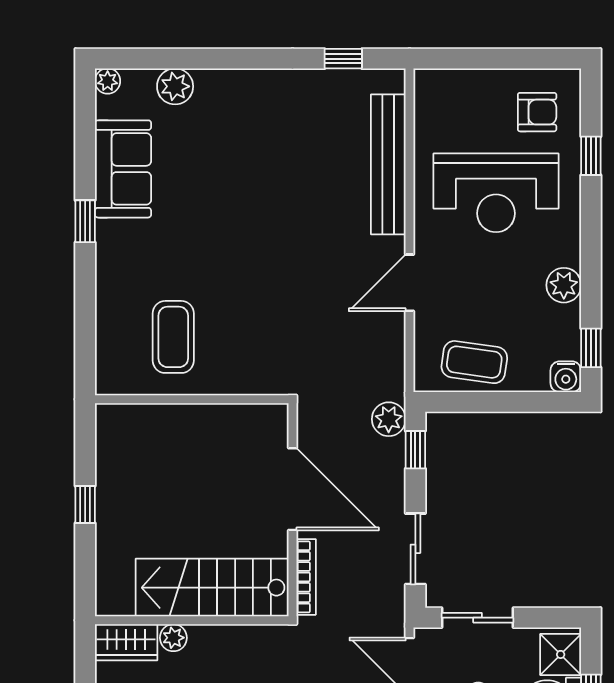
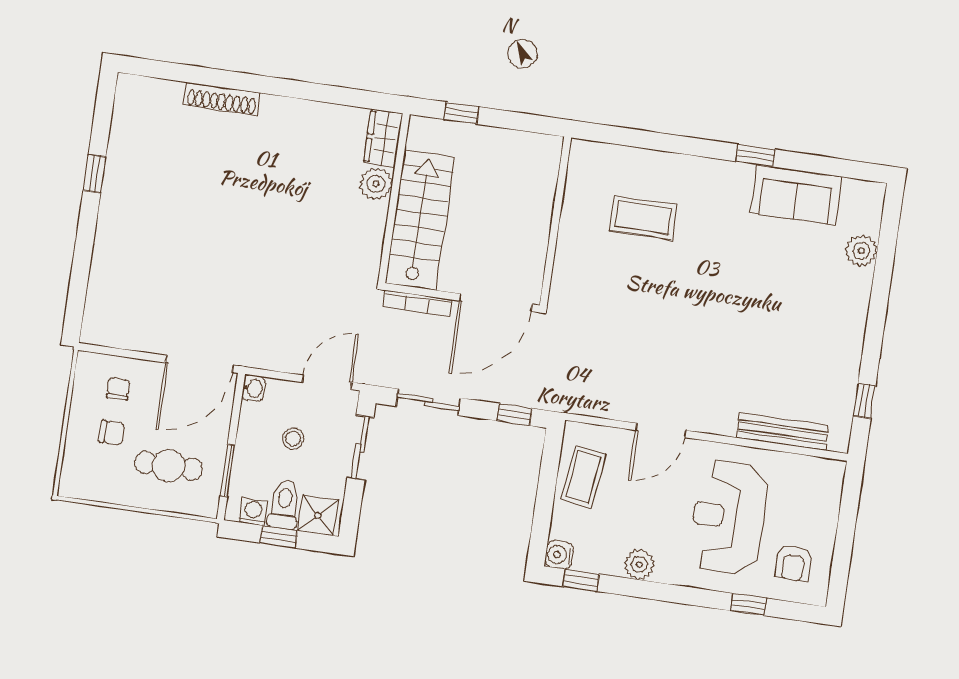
plant: (108, 81) -> (875, 193), removed
bench: (388, 164) -> (783, 432), width x0.73, depth x0.82
door: (410, 283) -> (661, 430), swing flipped
wall: (192, 399) -> (555, 221), moved
plant: (389, 419) -> (544, 395), removed
window: (85, 505) -> (461, 113), moved
plant: (173, 638) -> (376, 184), width x1.38, depth x1.38

